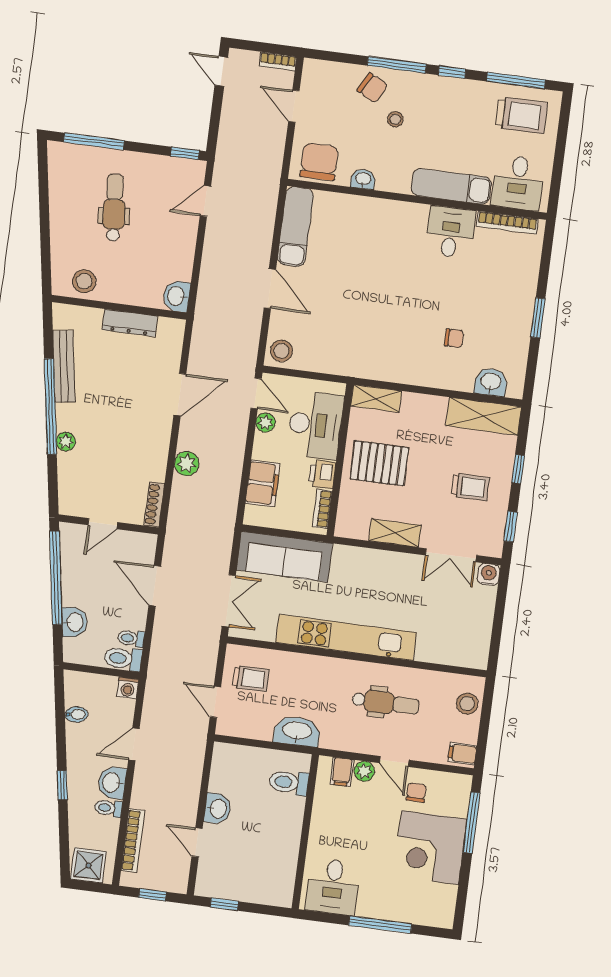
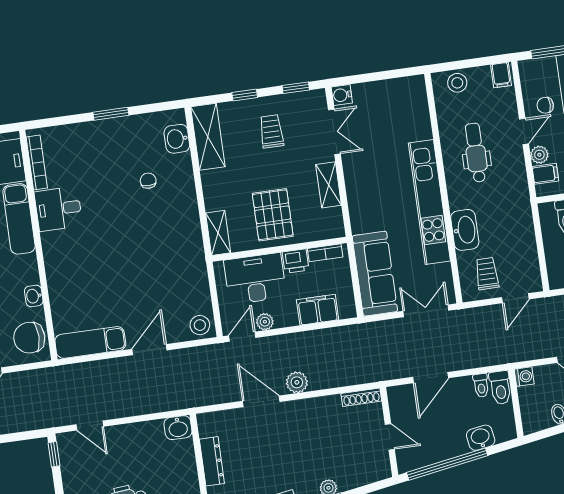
plant: (187, 464) -> (297, 382), moved
washbasin: (297, 731) -> (465, 230), moved, turned 180

